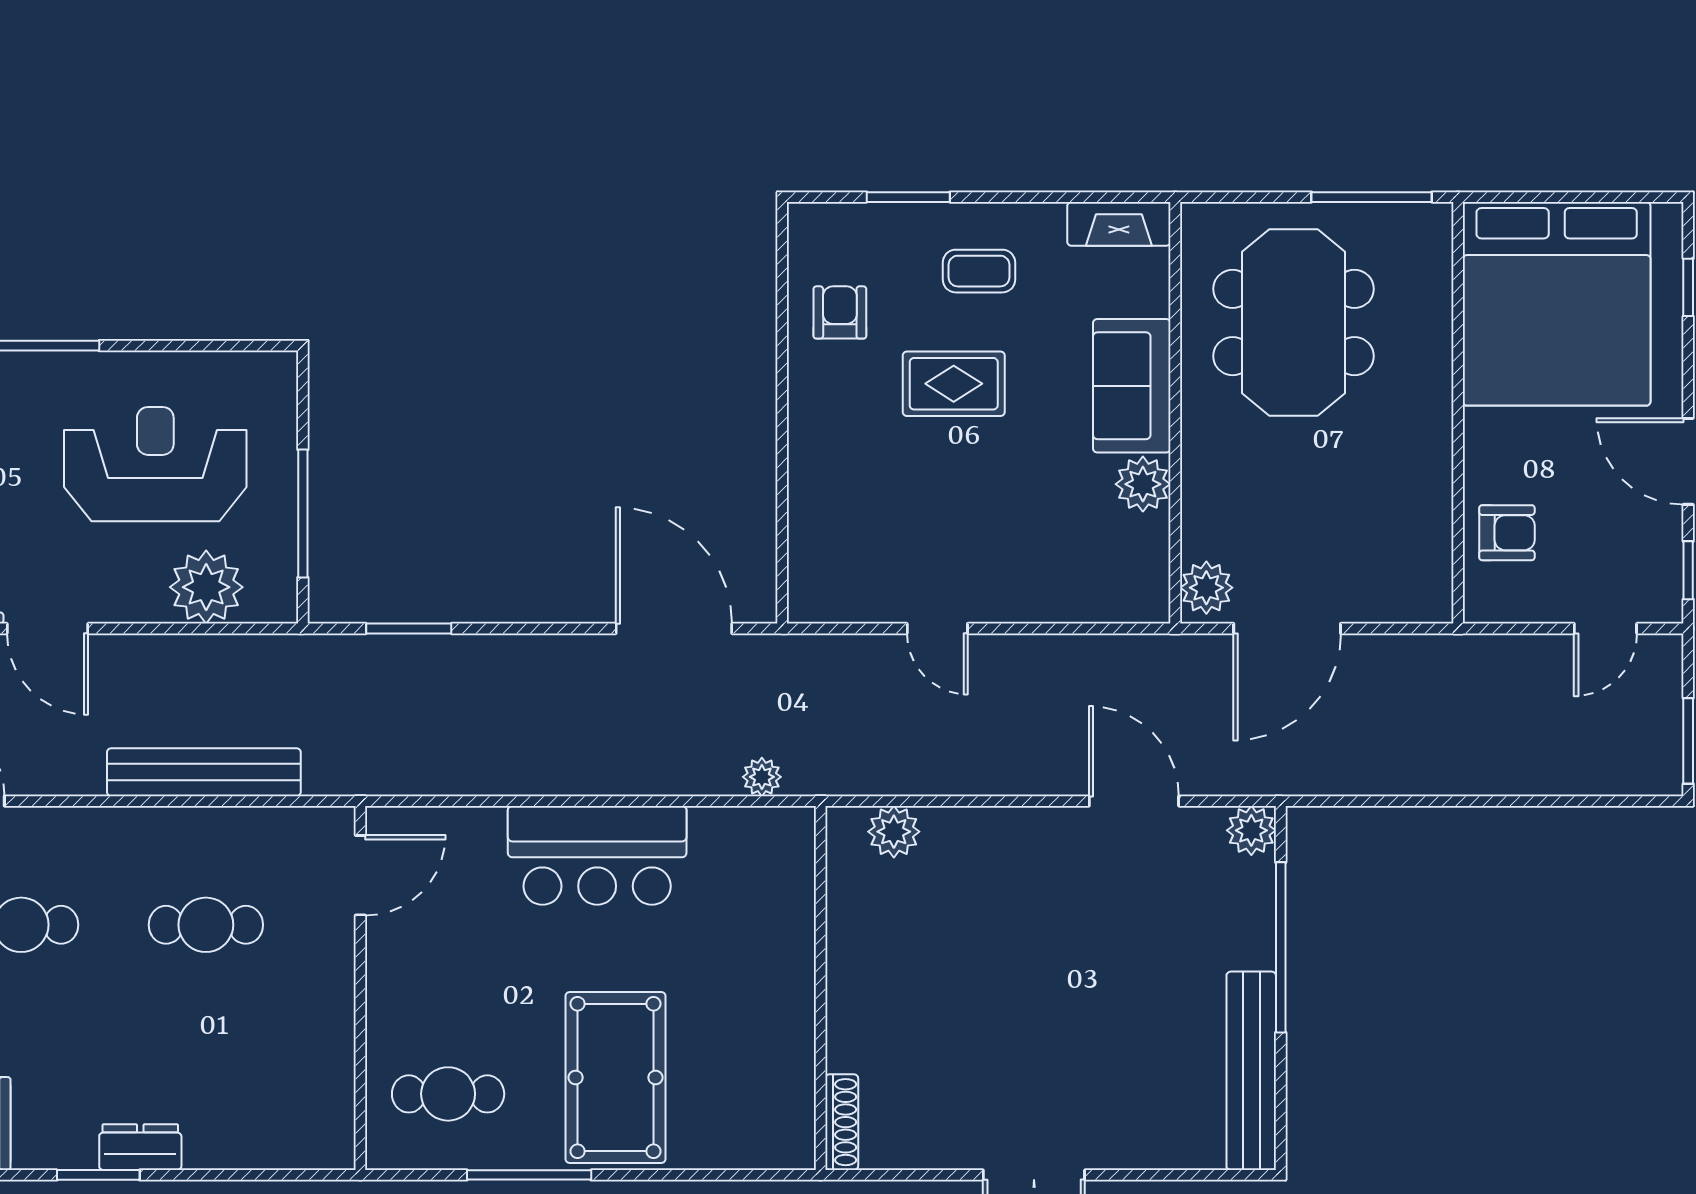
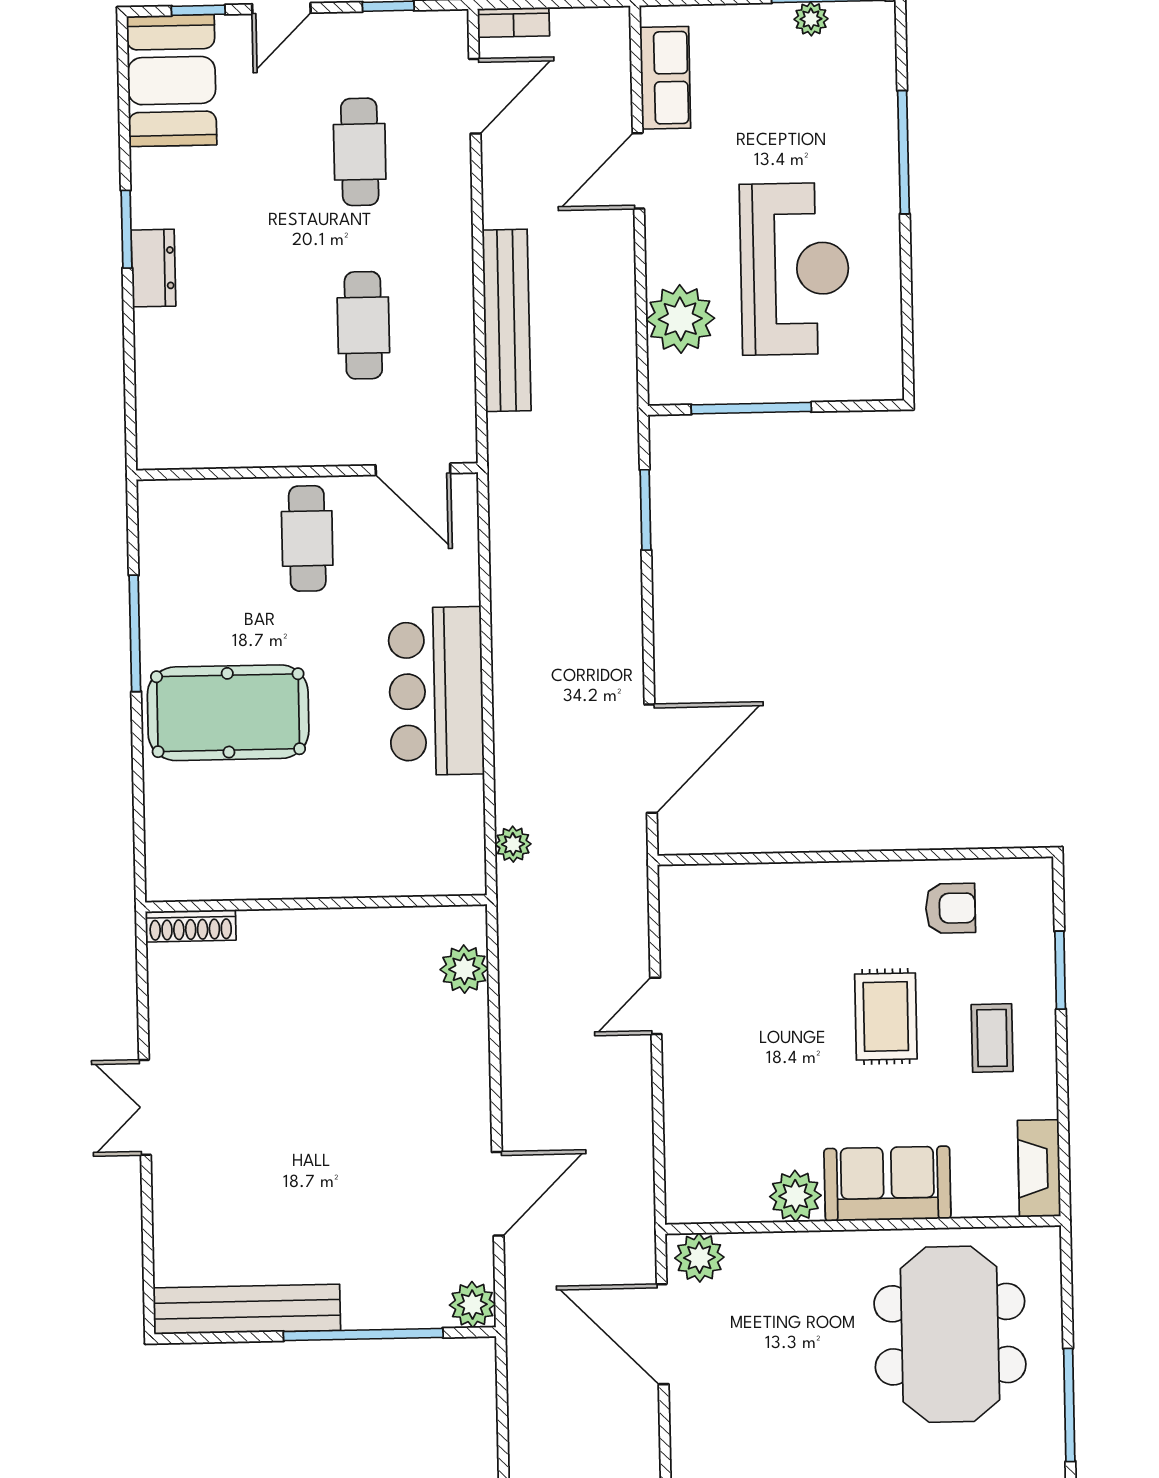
meeting table: (1294, 323) -> (950, 1334), turned 90
cafe table: (448, 1094) -> (307, 538), moved

